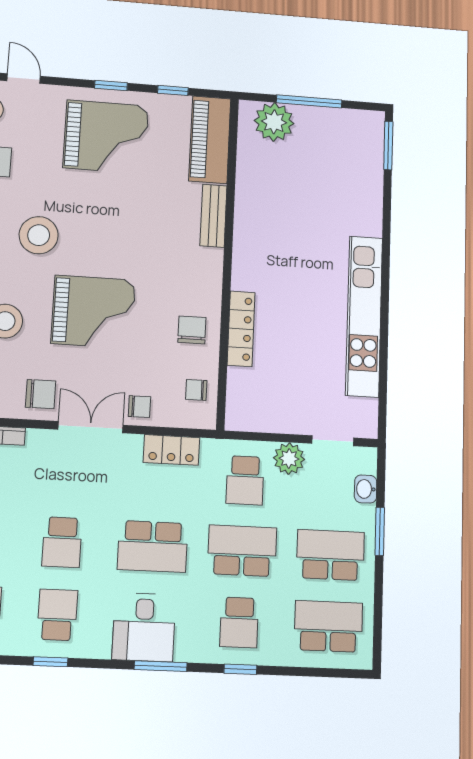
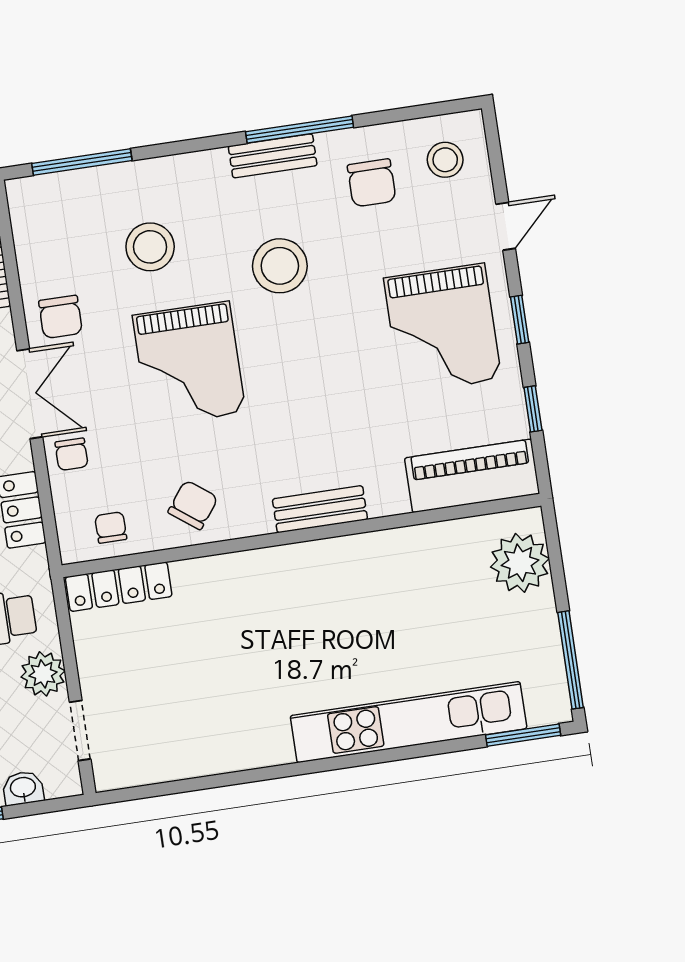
door: (24, 78) -> (506, 226), moved
window: (309, 101) -> (570, 660), moved
bench: (213, 216) -> (320, 509), moved
kitchen unit: (364, 316) -> (409, 722), moved
locker: (241, 329) -> (119, 587), moved
chair: (192, 330) -> (193, 505), turned -53

